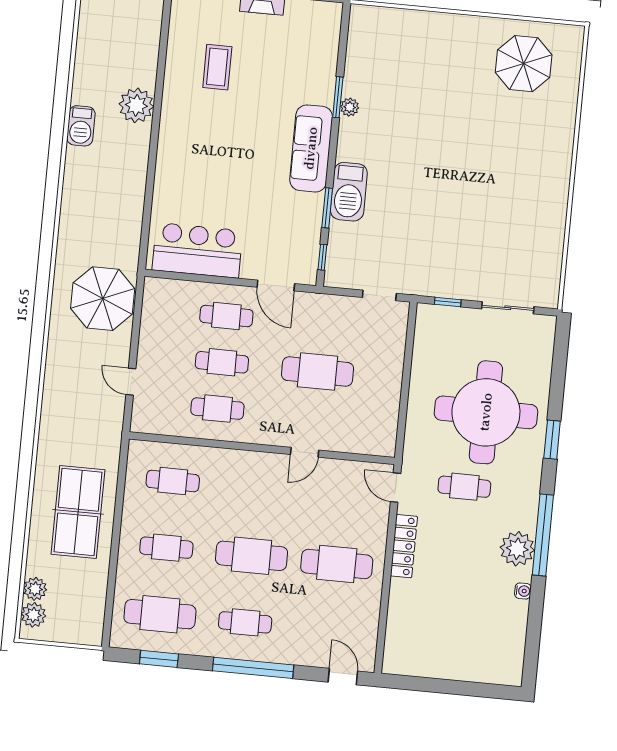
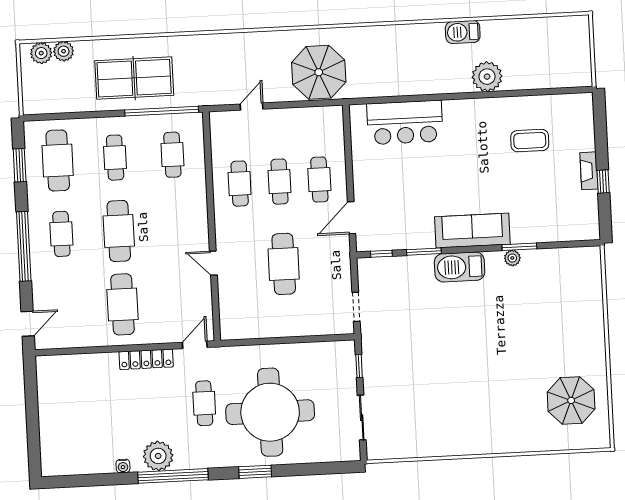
barbecue: (349, 192) -> (460, 267), moved
bar counter: (197, 250) -> (405, 122), moved, turned 90
window: (121, 486) -> (162, 111), added

